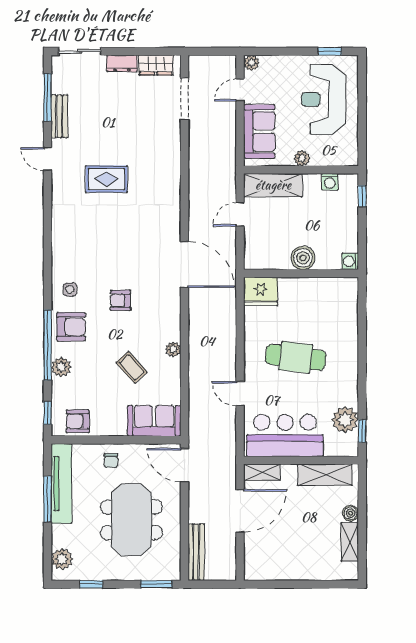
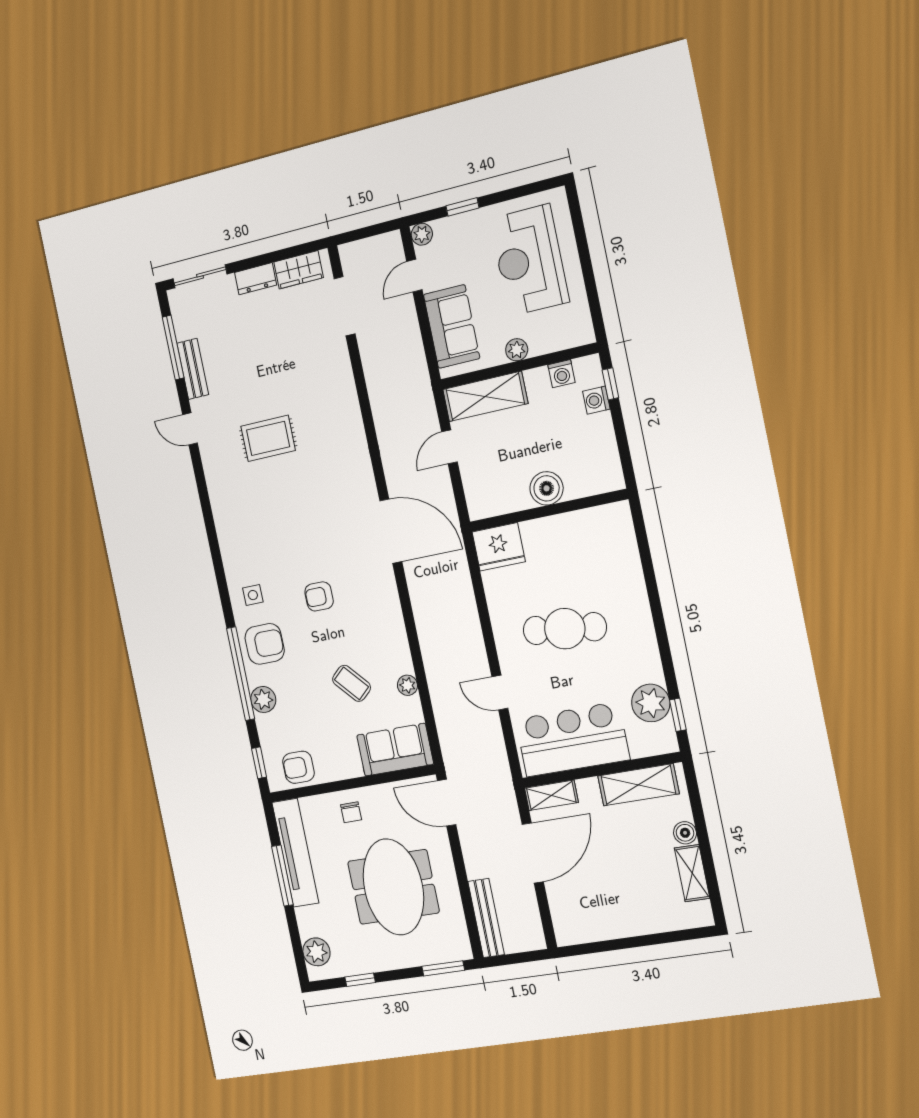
window: (330, 51) -> (462, 207), moved
washing machine: (350, 261) -> (596, 400), moved
plant: (173, 349) -> (407, 685), moved

